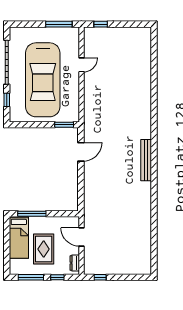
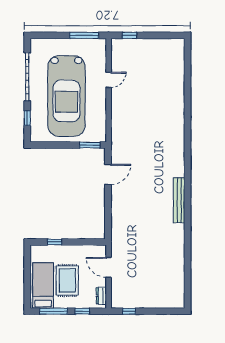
bench: (146, 160) -> (179, 200), moved
window: (32, 214) -> (55, 242), width x0.46
bed: (19, 237) -> (43, 285), moved, turned 180

